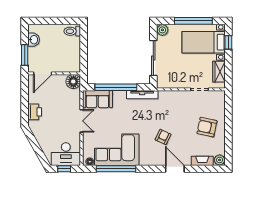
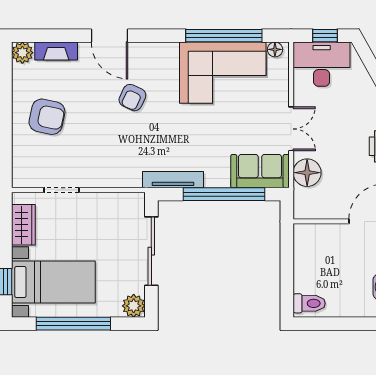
floor lamp: (73, 82) -> (307, 173), moved
double door: (81, 121) -> (291, 129), swing flipped

